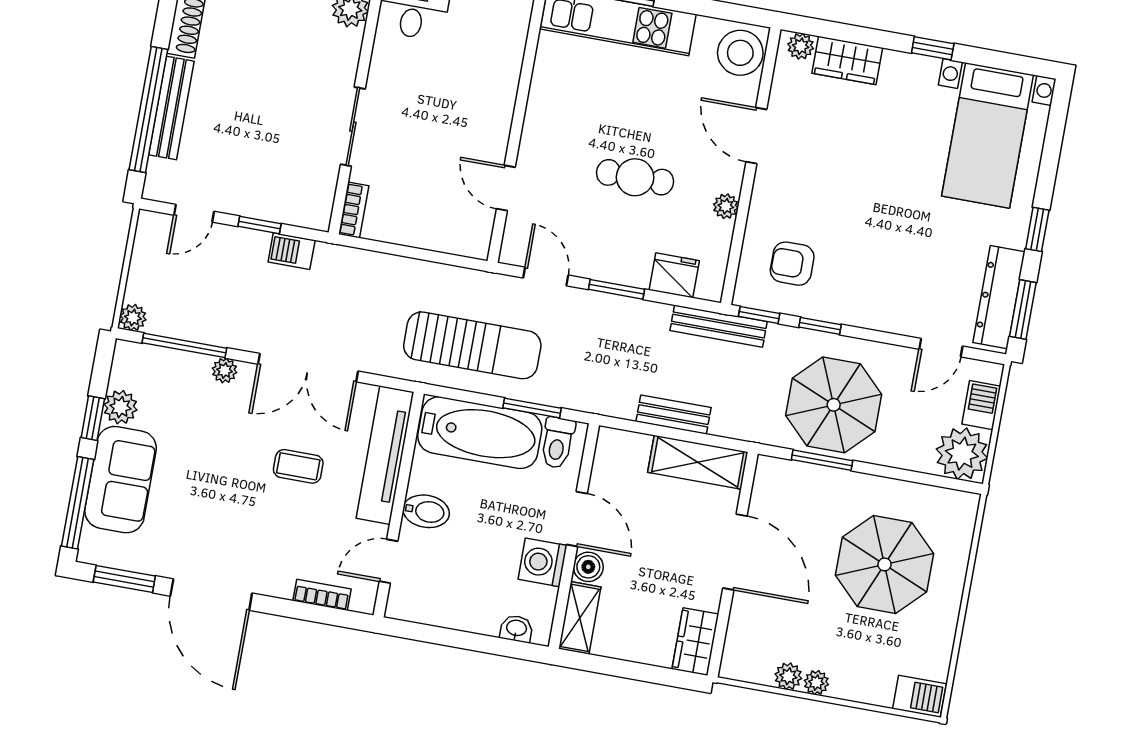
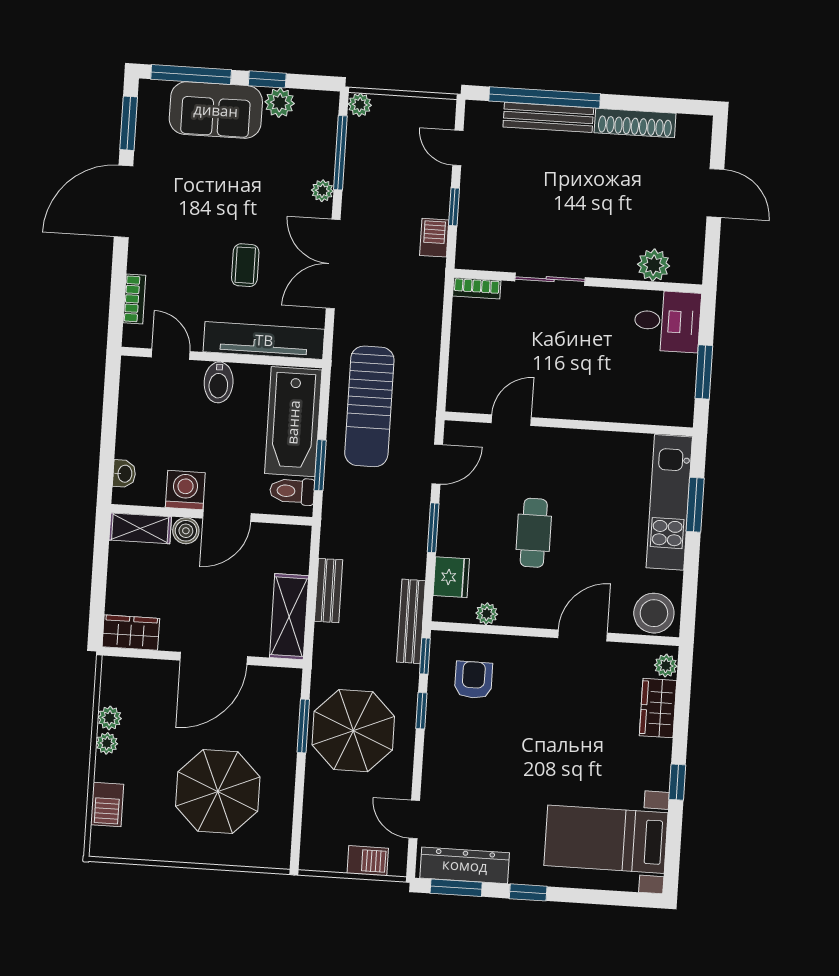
plant: (726, 206) -> (487, 614), moved
plant: (962, 454) -> (323, 849), removed
barbecue: (919, 696) -> (107, 804), moved

